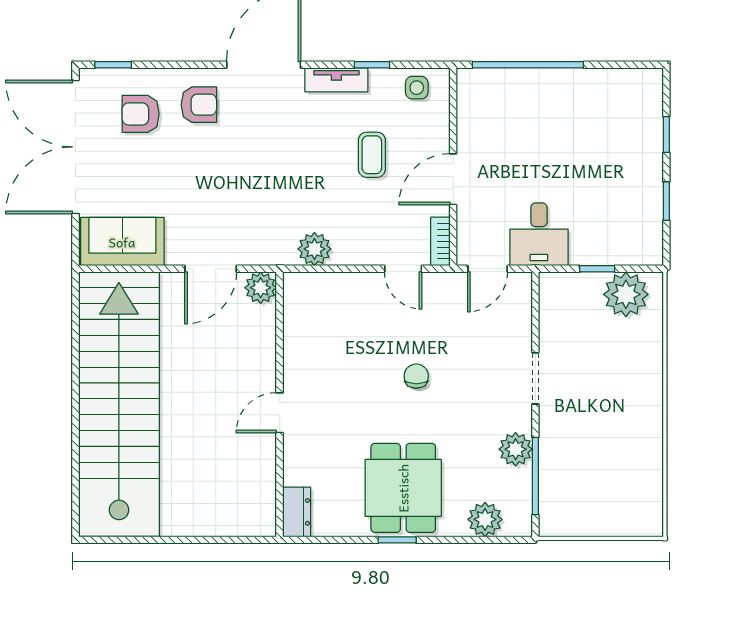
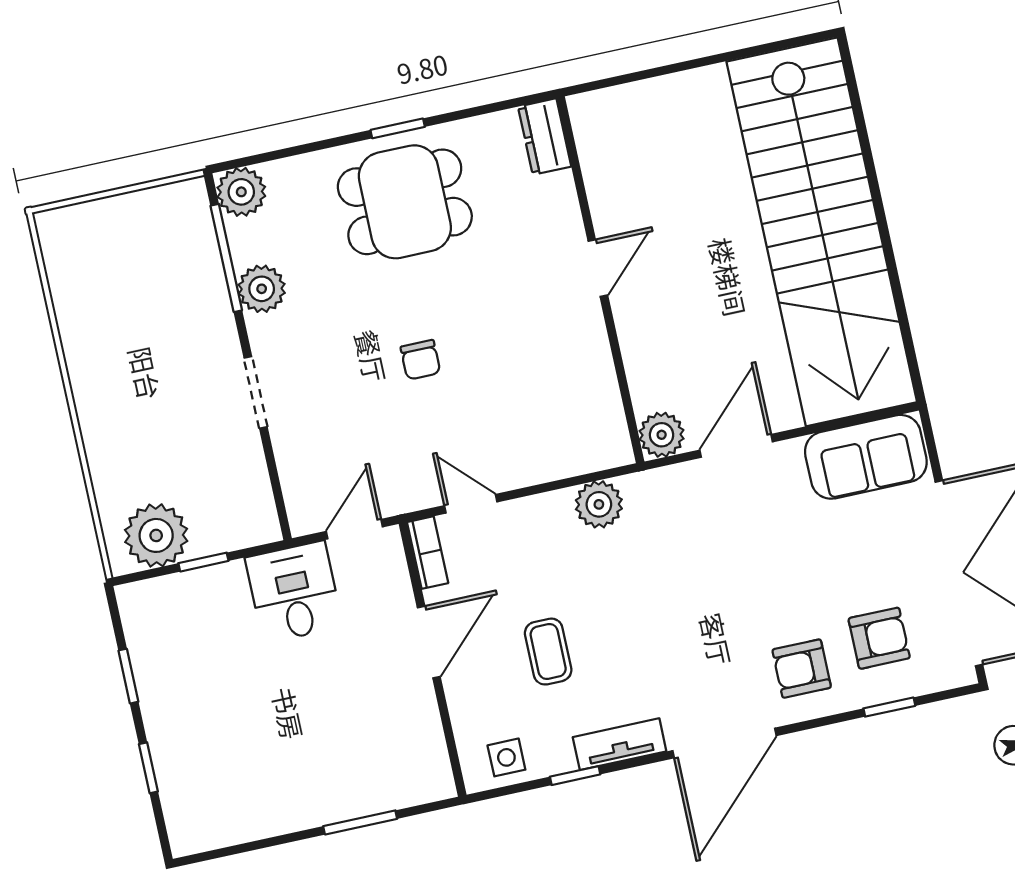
window: (113, 65) -> (889, 707), moved
window: (528, 65) -> (360, 822), width x0.47
dining table: (403, 488) -> (405, 202), turned 90
plant: (485, 519) -> (241, 192), moved

